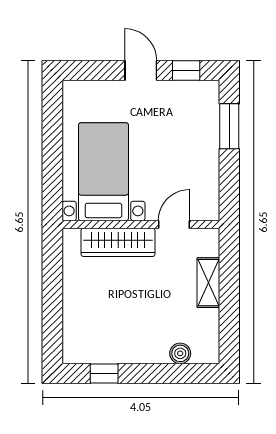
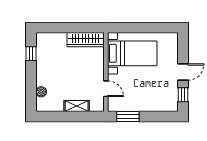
window: (229, 126) -> (128, 116), moved
wardrobe: (118, 242) -> (86, 40), moved, turned -90

